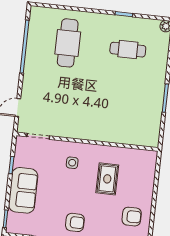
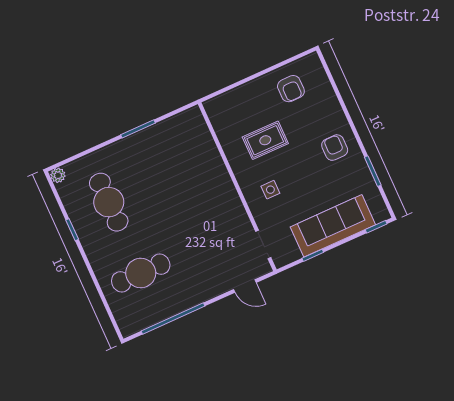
cafe table: (128, 50) -> (109, 202), width x1.37, depth x1.35
sofa: (23, 190) -> (333, 226), width x1.36
armchair: (132, 217) -> (291, 89), turned 180

